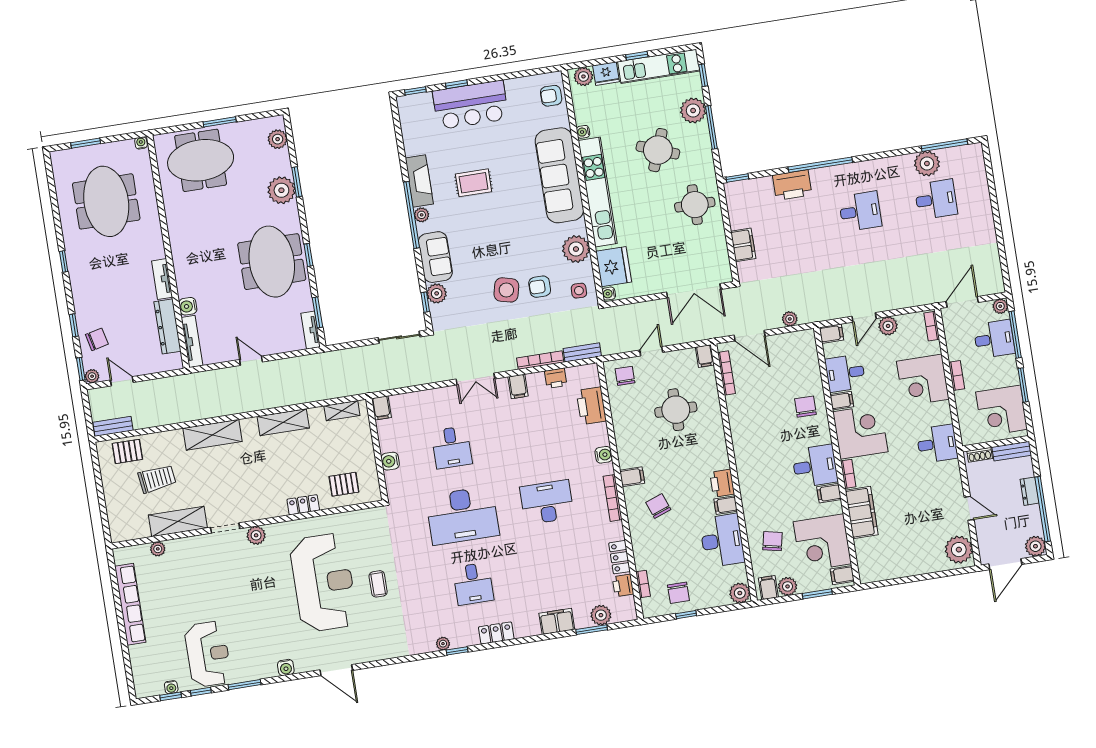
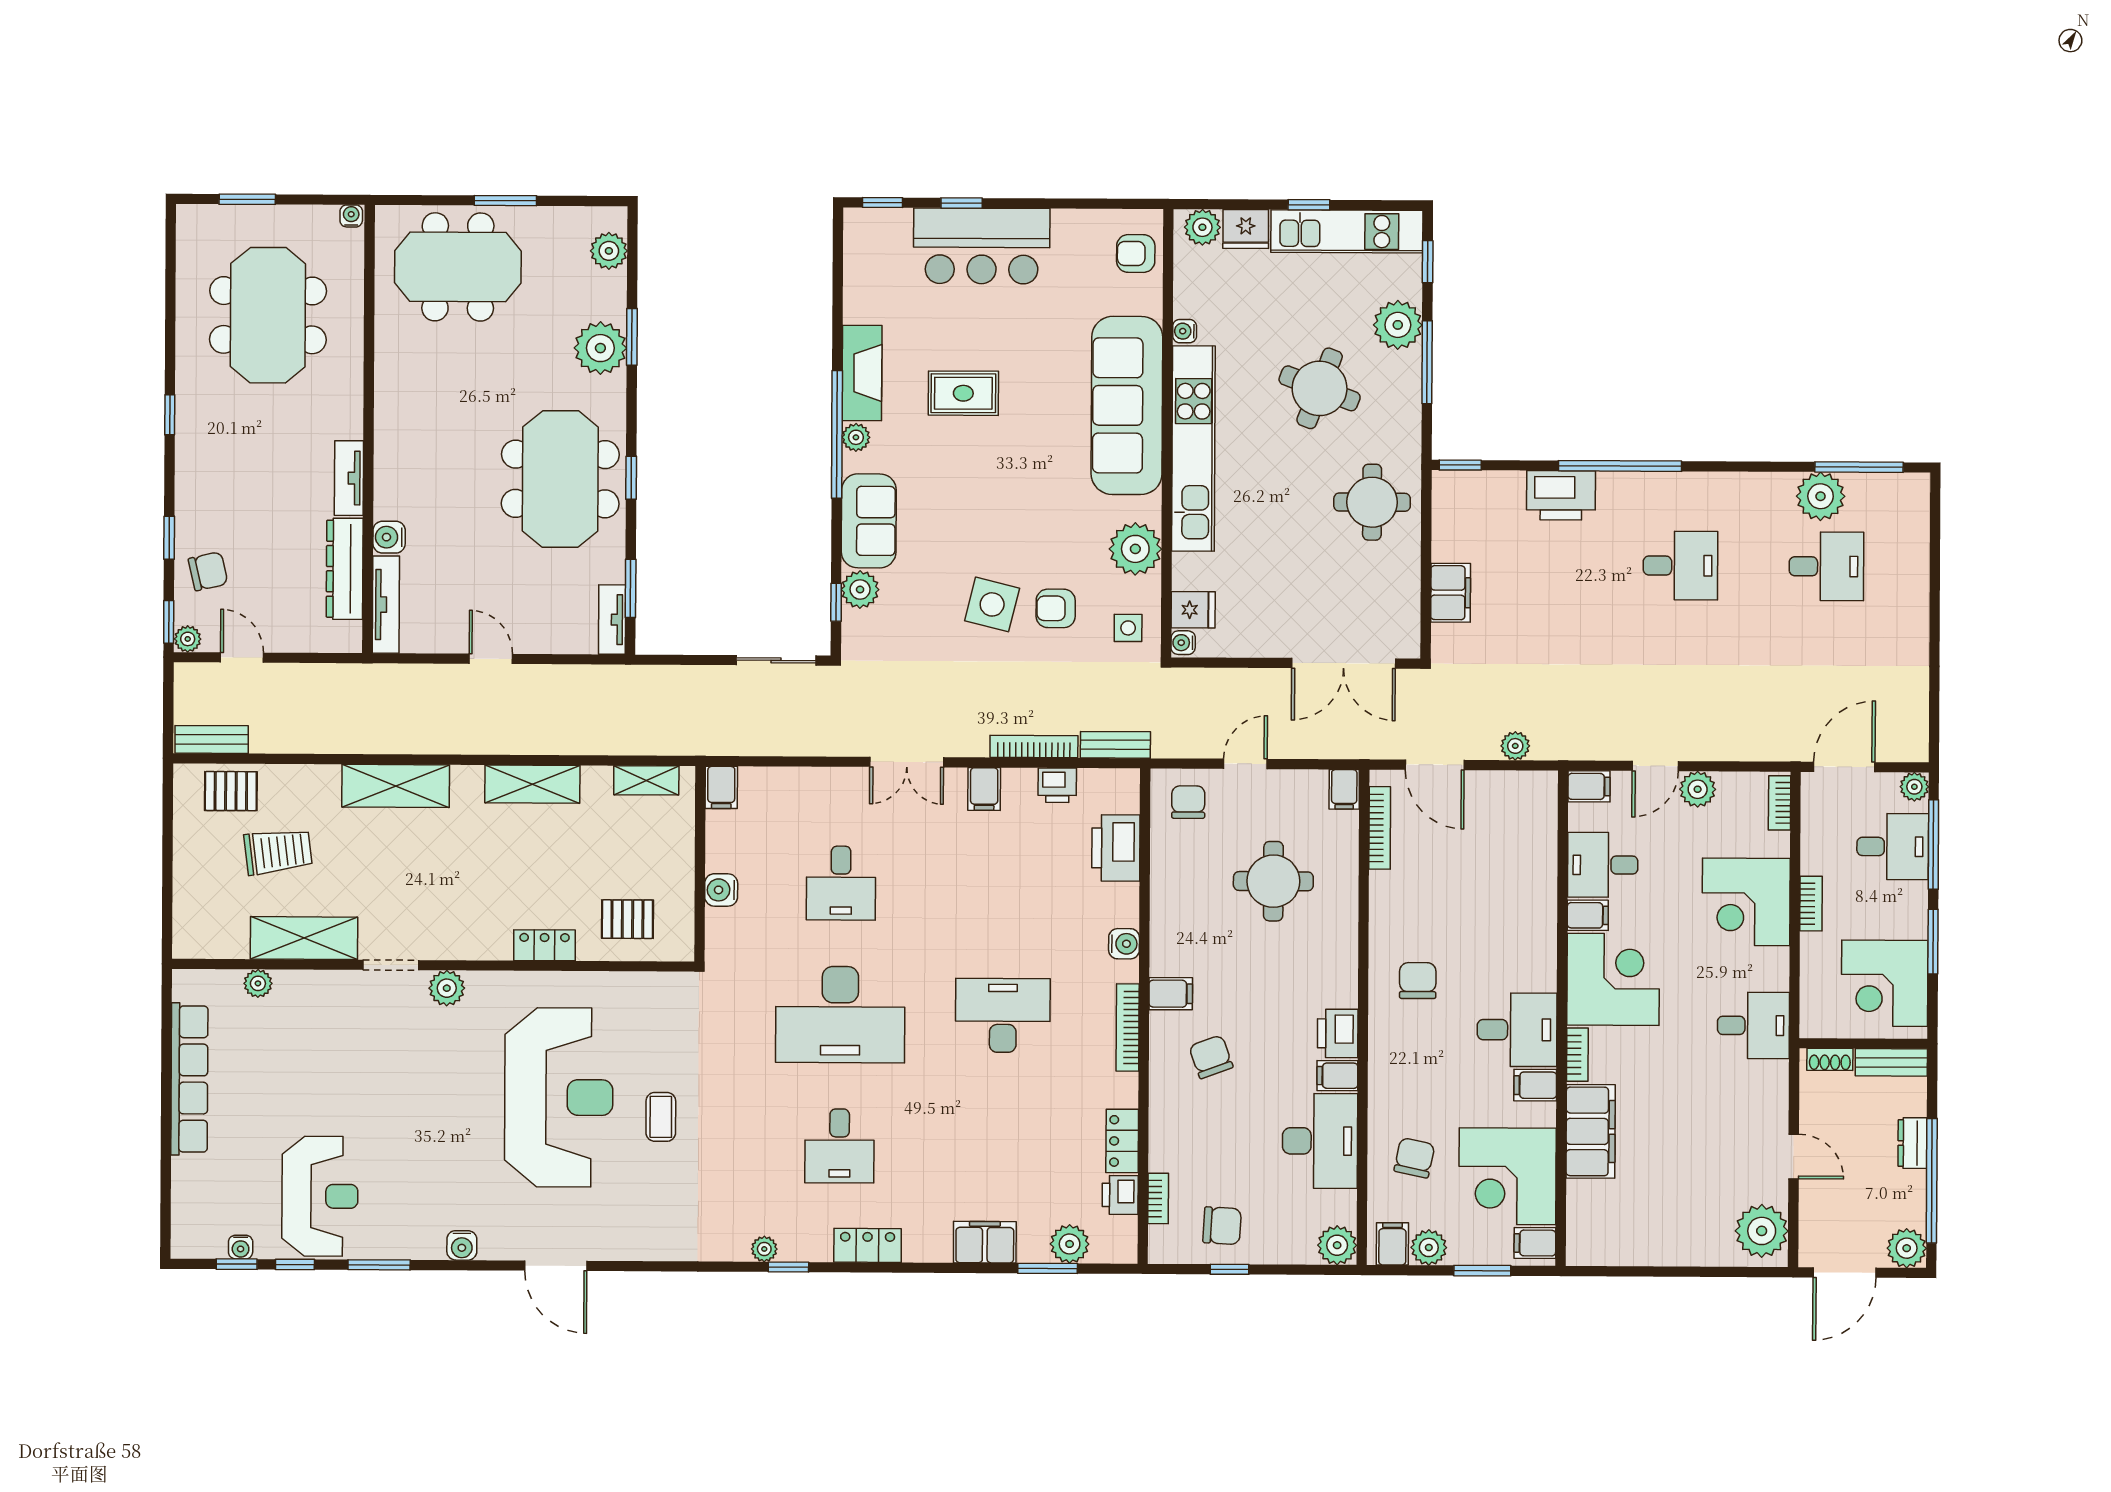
fridge: (614, 267) -> (1193, 610), width x0.53, depth x0.75
chair: (805, 407) -> (1418, 981), moved
chair: (678, 593) -> (1222, 1226), turned -87

